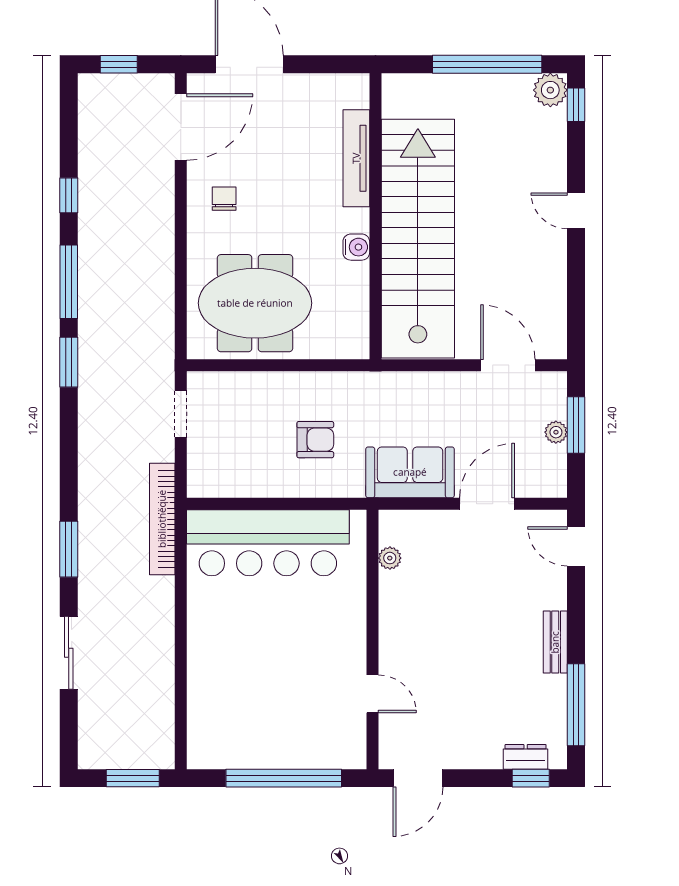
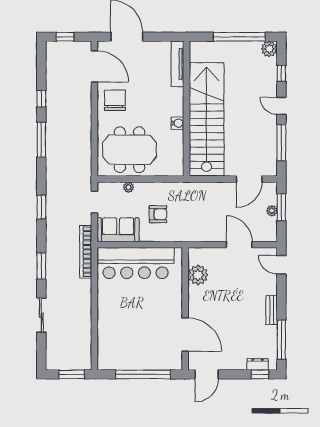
window: (576, 105) -> (281, 73), moved
door: (181, 127) -> (94, 66), hinge flipped
tv unit: (356, 158) -> (177, 64), moved
chair: (224, 199) -> (115, 100), width x1.87, depth x1.87
window: (576, 288) -> (281, 143), added
window: (69, 362) -> (41, 207), moved
door: (508, 365) -> (249, 179), swing flipped
plant: (253, 382) -> (128, 187), added
sofa: (410, 472) -> (118, 230), moved
door: (487, 504) -> (239, 245), hinge flipped
plant: (390, 558) -> (198, 275), width x1.88, depth x1.88
door: (372, 694) -> (185, 335), width x1.87

